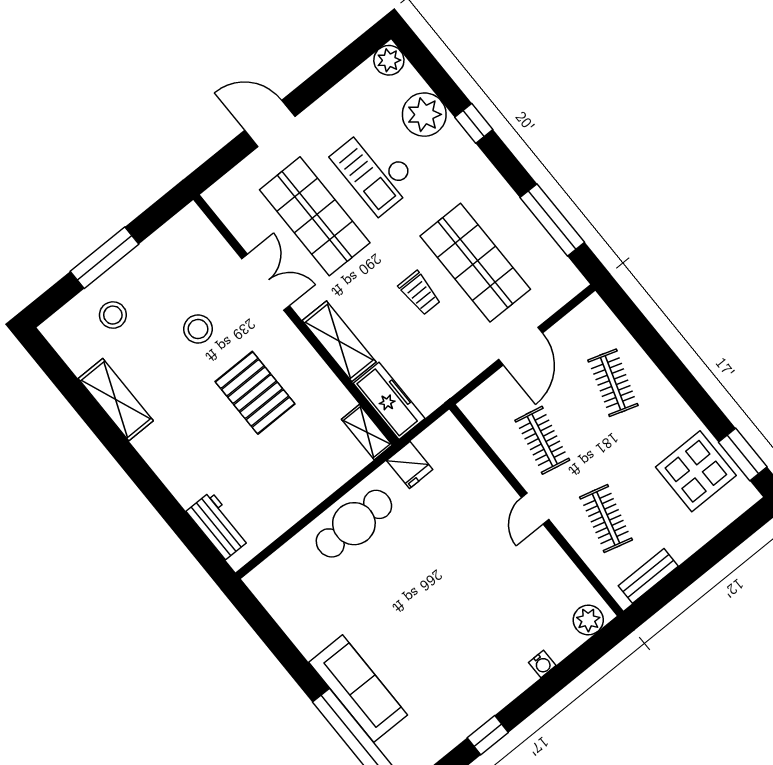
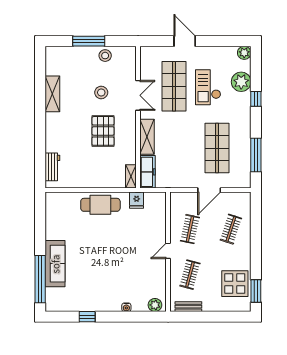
trolley: (420, 293) -> (189, 143), removed
stool: (113, 315) -> (105, 56), moved

